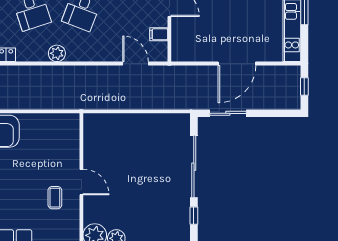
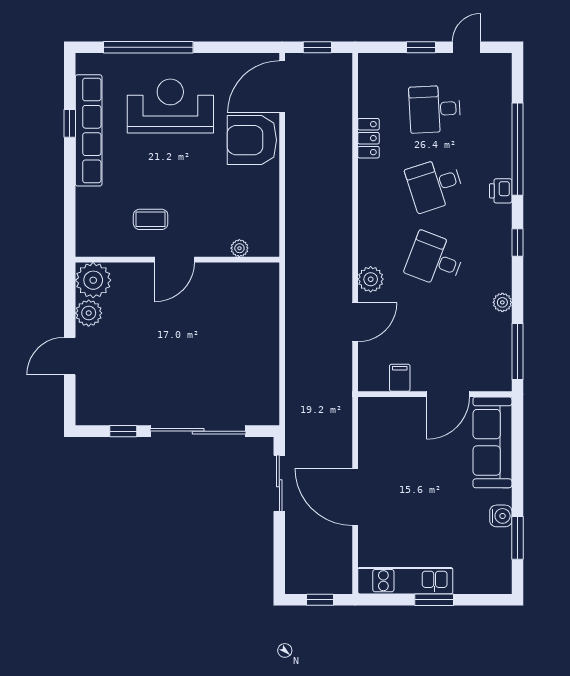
plant: (57, 53) -> (371, 279), moved
door: (136, 64) -> (355, 322), moved
plant: (74, 139) -> (239, 248), added

